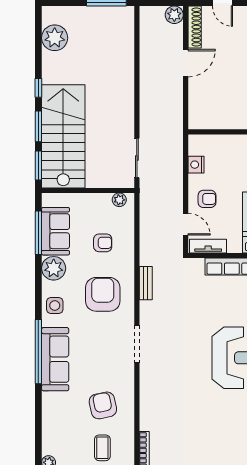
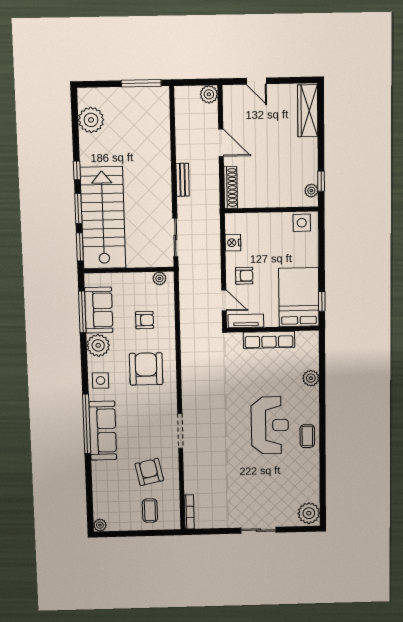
shoe rack: (195, 27) -> (231, 188), moved
door: (186, 63) -> (221, 143), hinge flipped
bench: (146, 283) -> (183, 180), moved
doorway: (137, 344) -> (180, 431), moved

